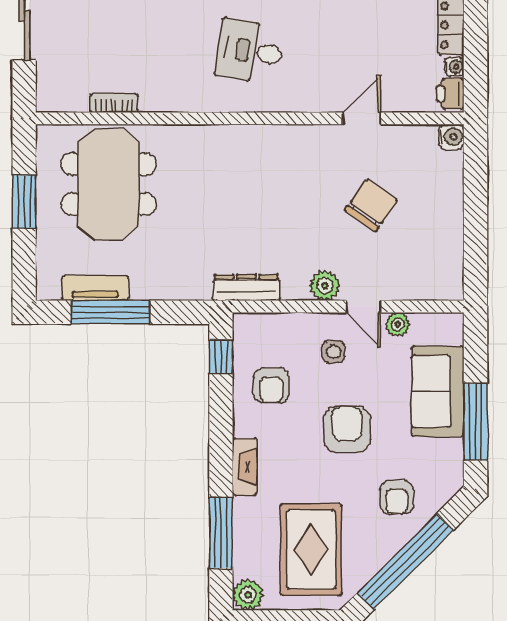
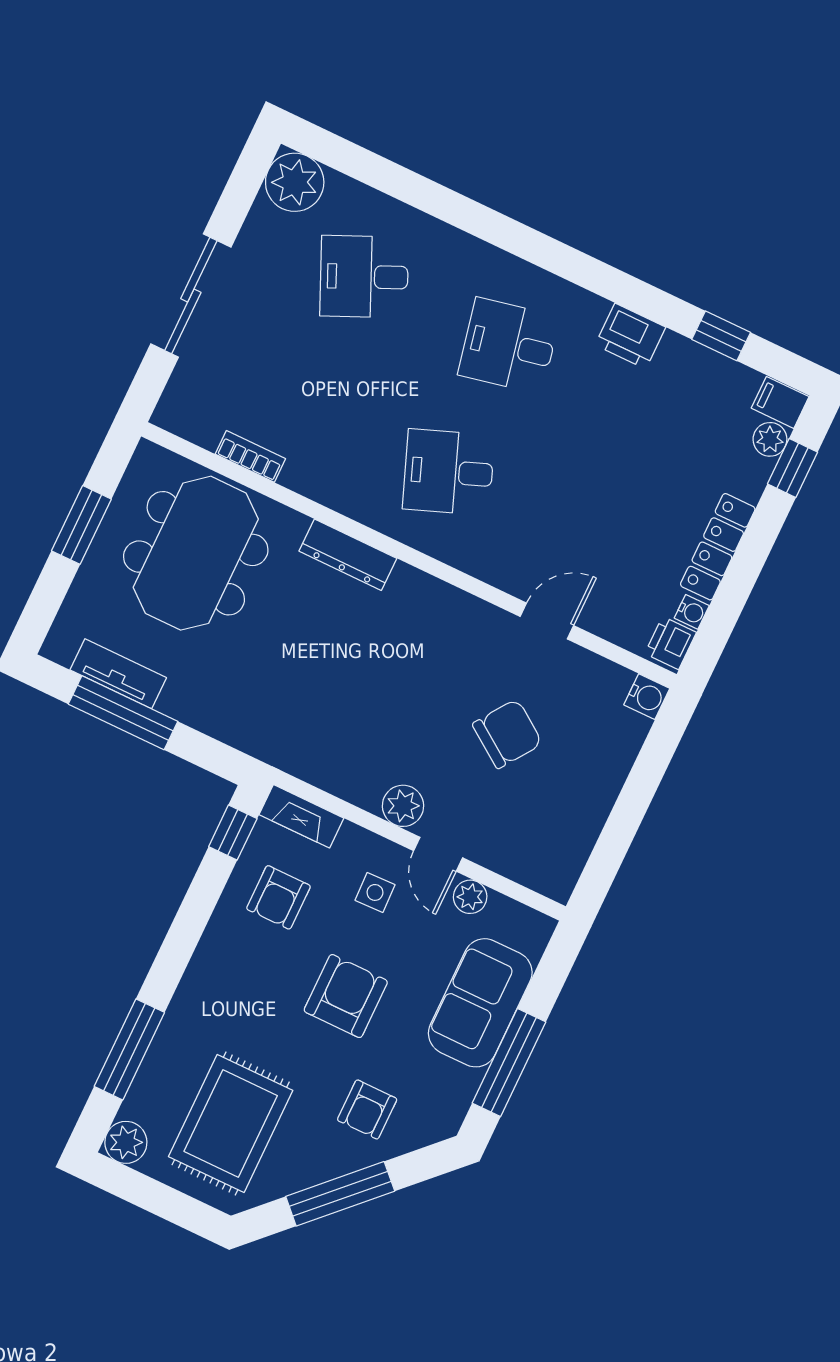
desk: (250, 51) -> (449, 472), turned -30
dresser: (246, 288) -> (348, 555), moved, turned 180
fireplace: (245, 467) -> (301, 816), moved, turned 90
window: (405, 561) -> (340, 1194), width x0.68

